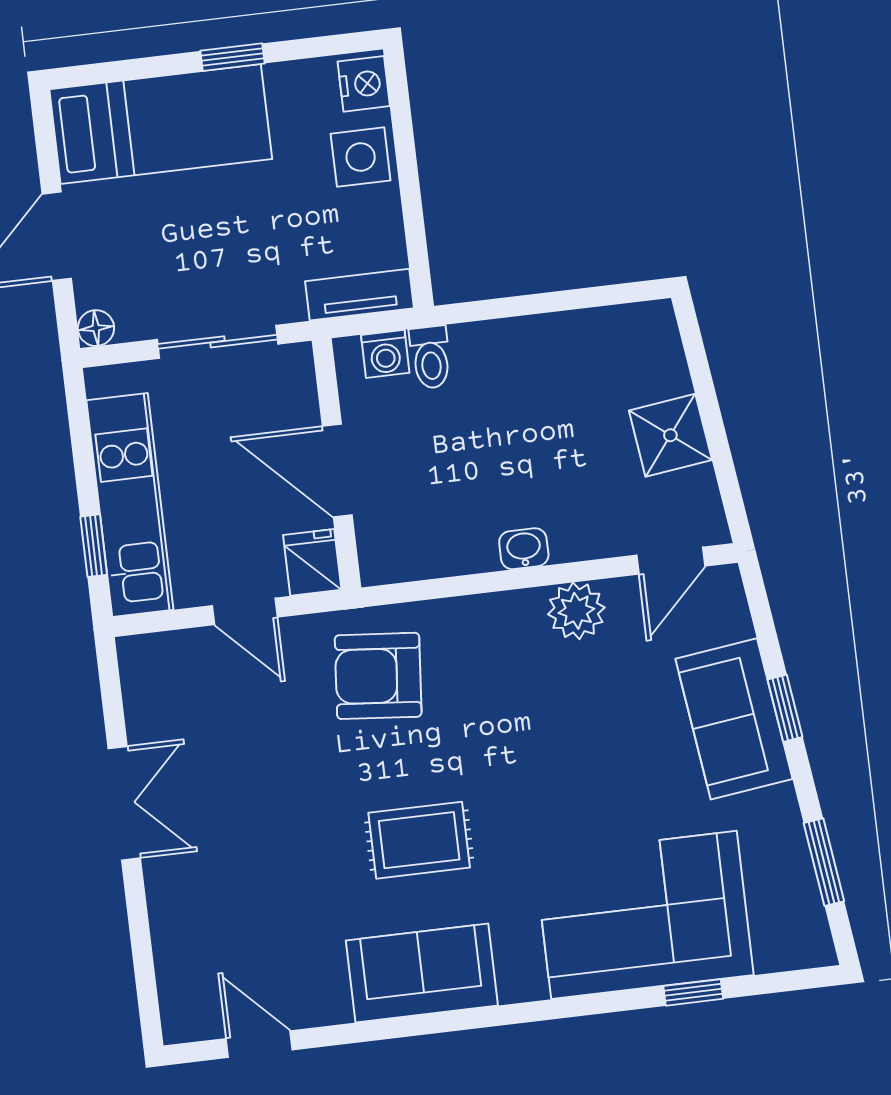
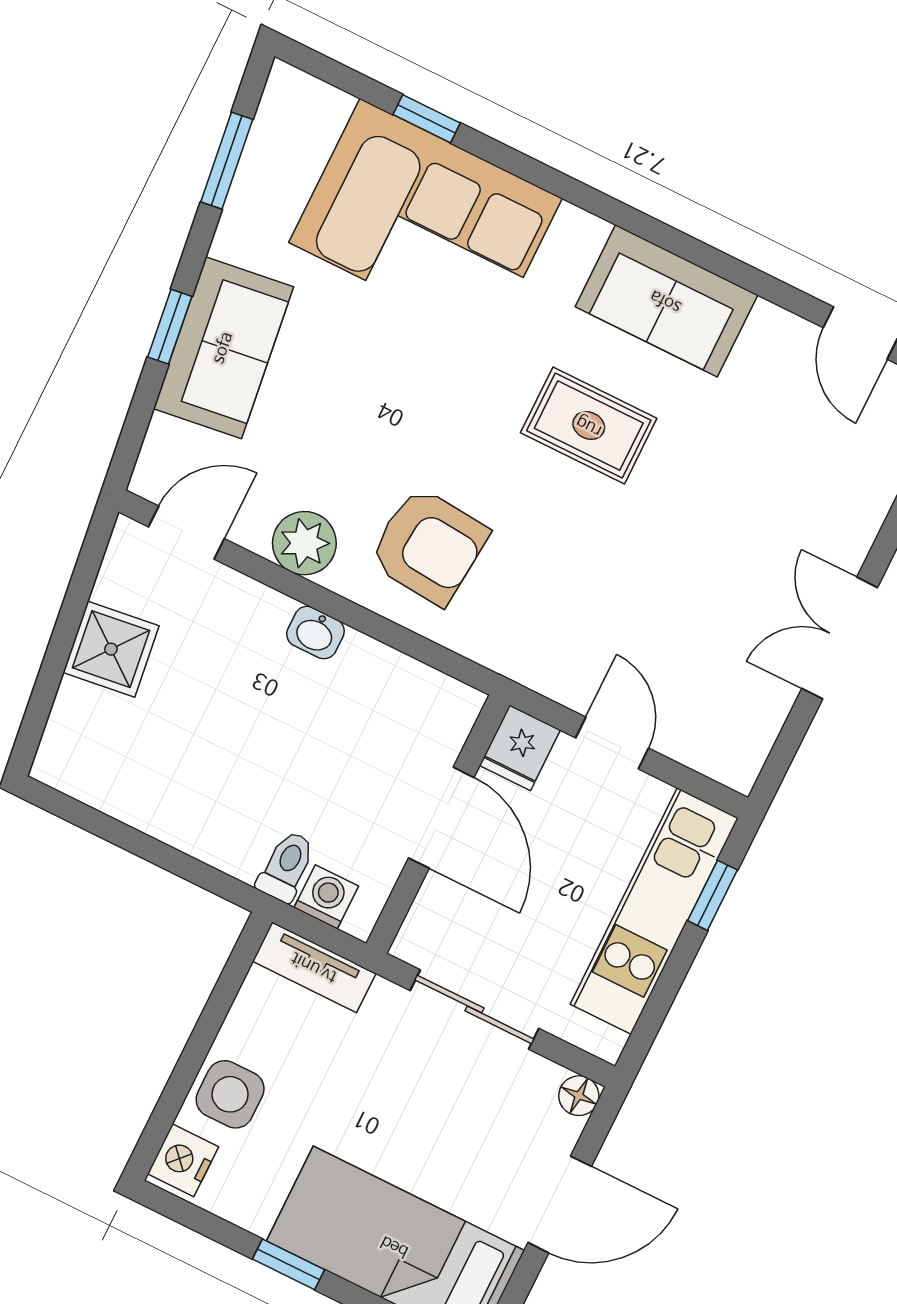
armchair: (378, 676) -> (429, 546), moved

